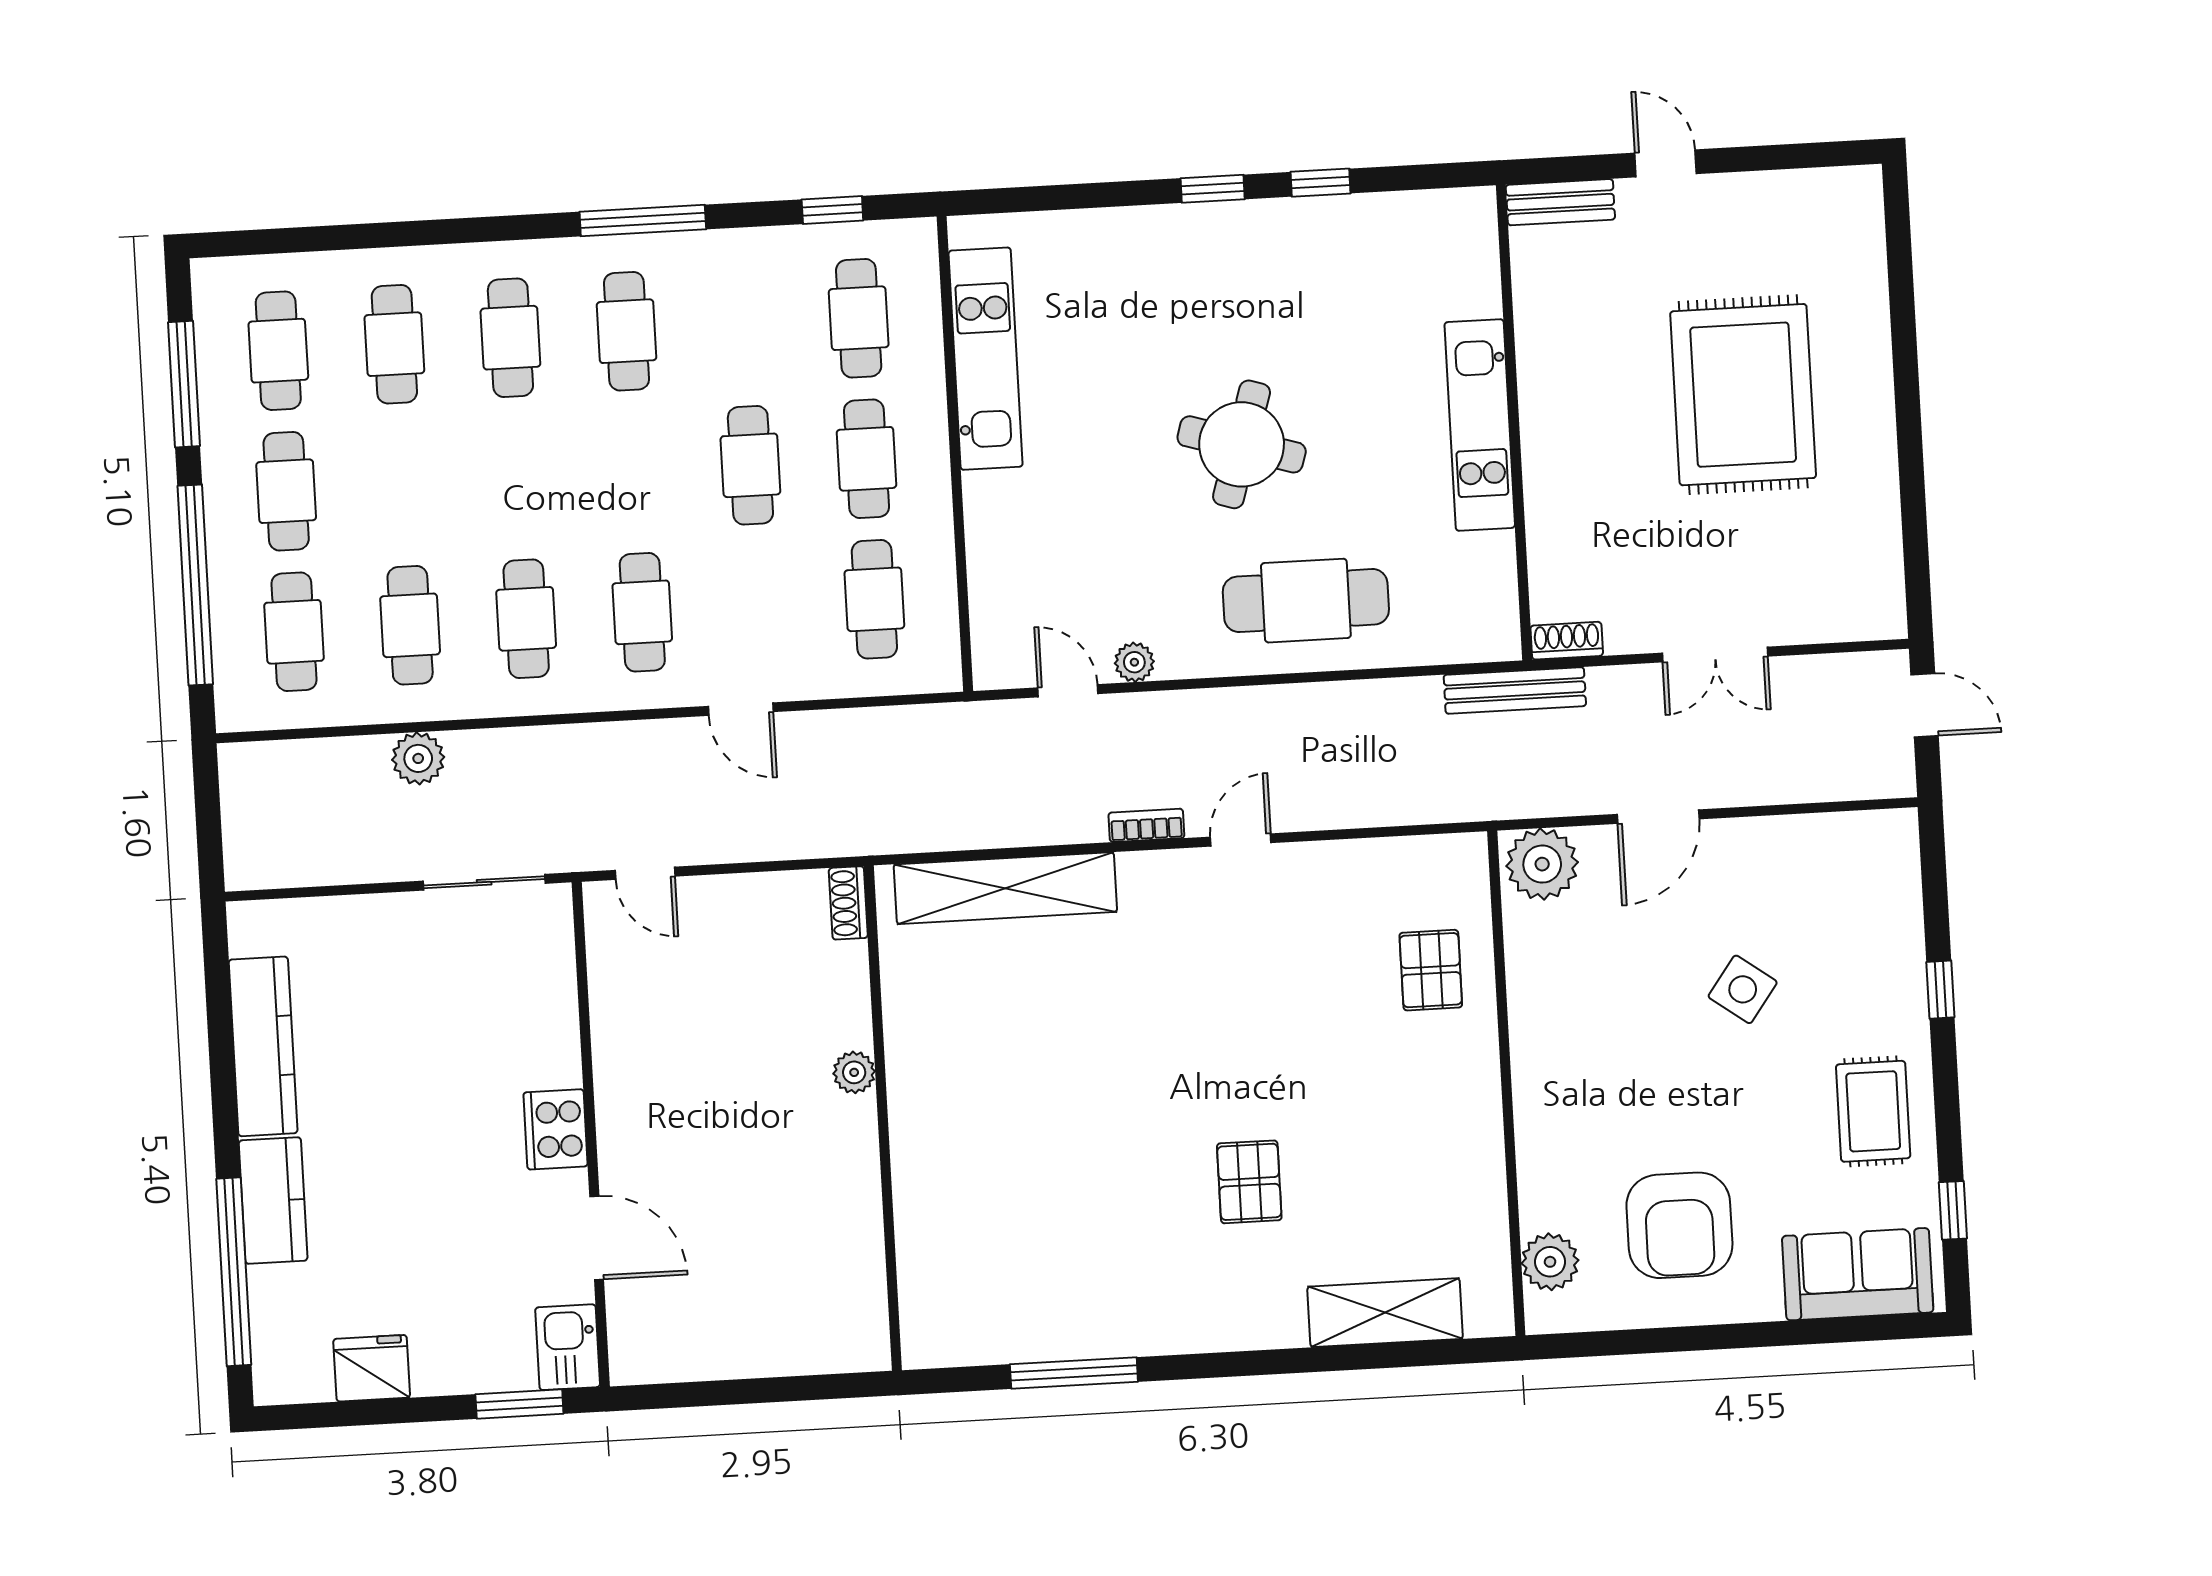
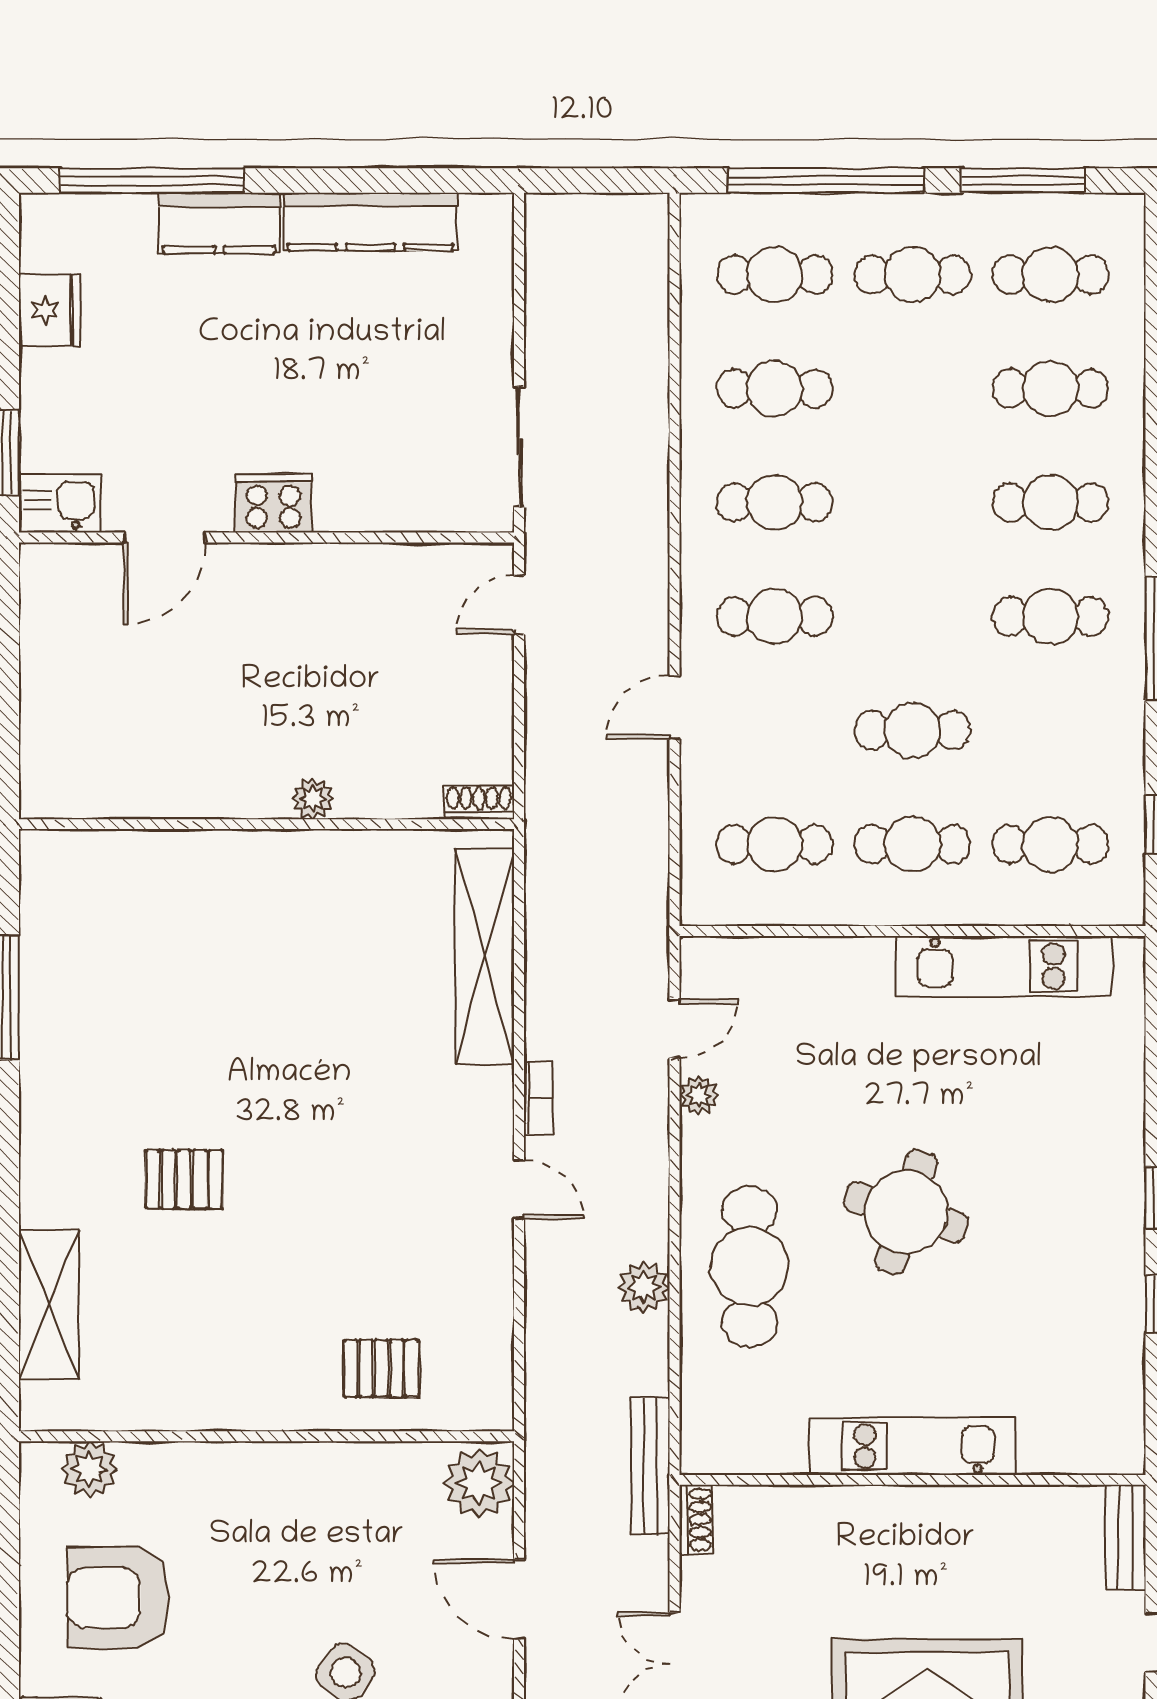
plant: (418, 758) -> (644, 1287), moved

